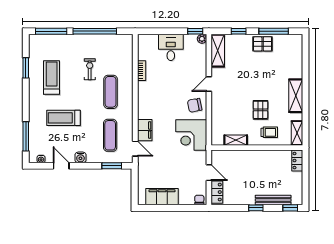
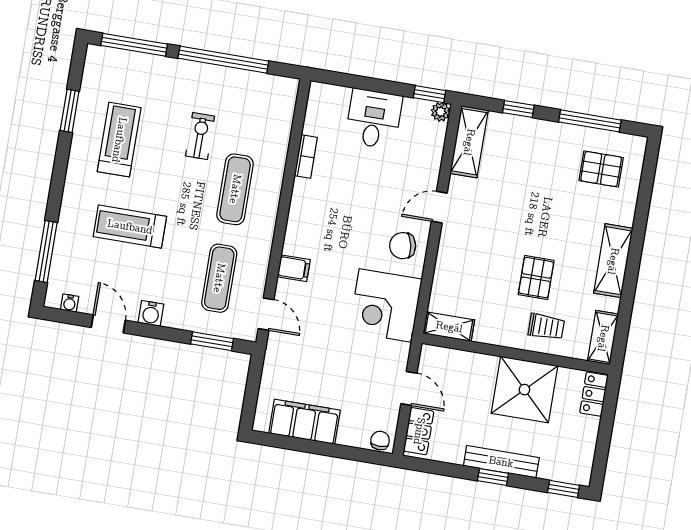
pallet: (263, 44) -> (601, 169), moved
filing cabinet: (145, 130) -> (294, 268), width x0.50
shelving: (236, 140) -> (449, 327), moved
shower: (264, 164) -> (524, 390), added
bench: (273, 200) -> (501, 462), moved

